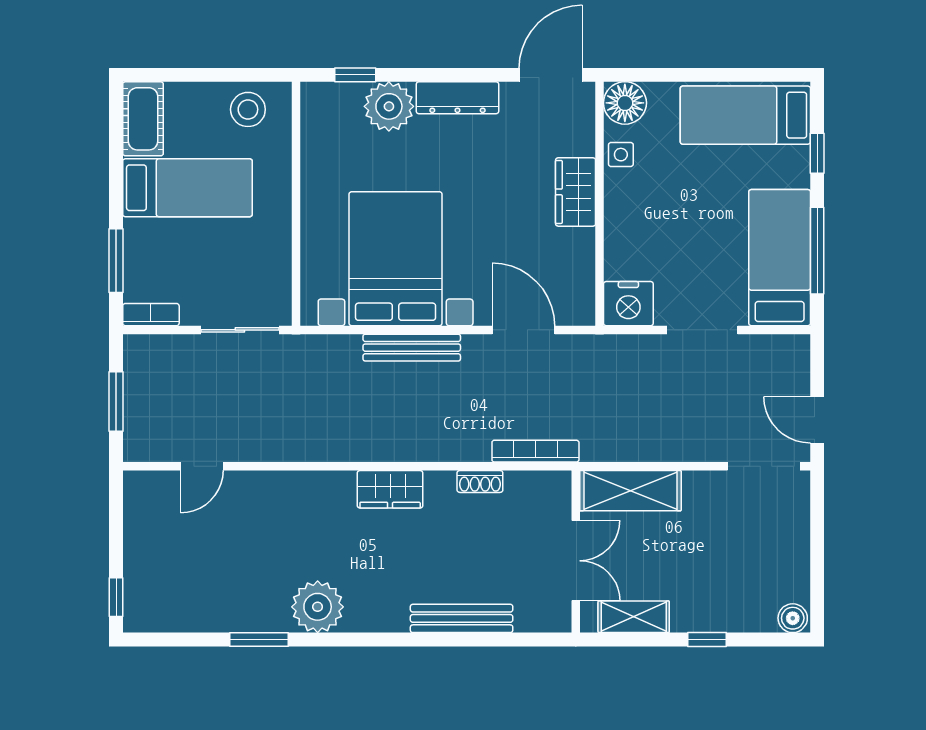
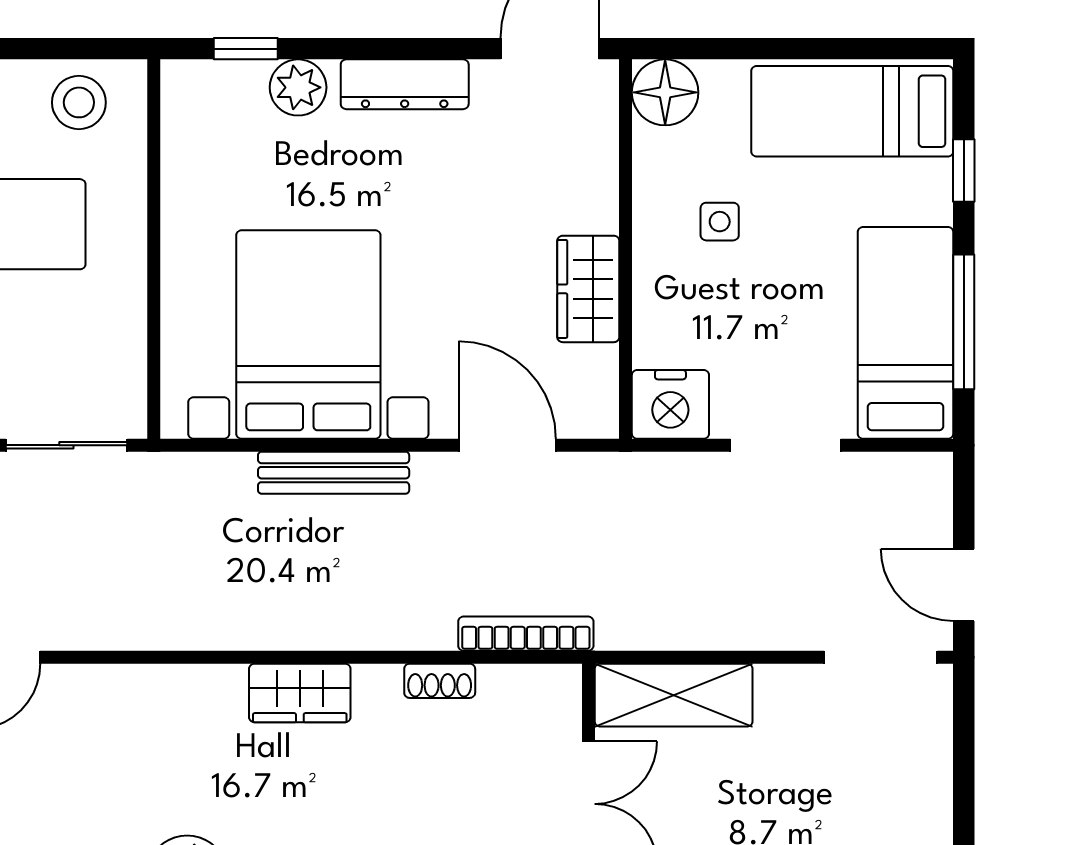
plant: (389, 106) -> (298, 87), width x0.73, depth x0.73
side table: (621, 155) -> (720, 222), moved
wardrobe: (576, 192) -> (588, 289), moved

